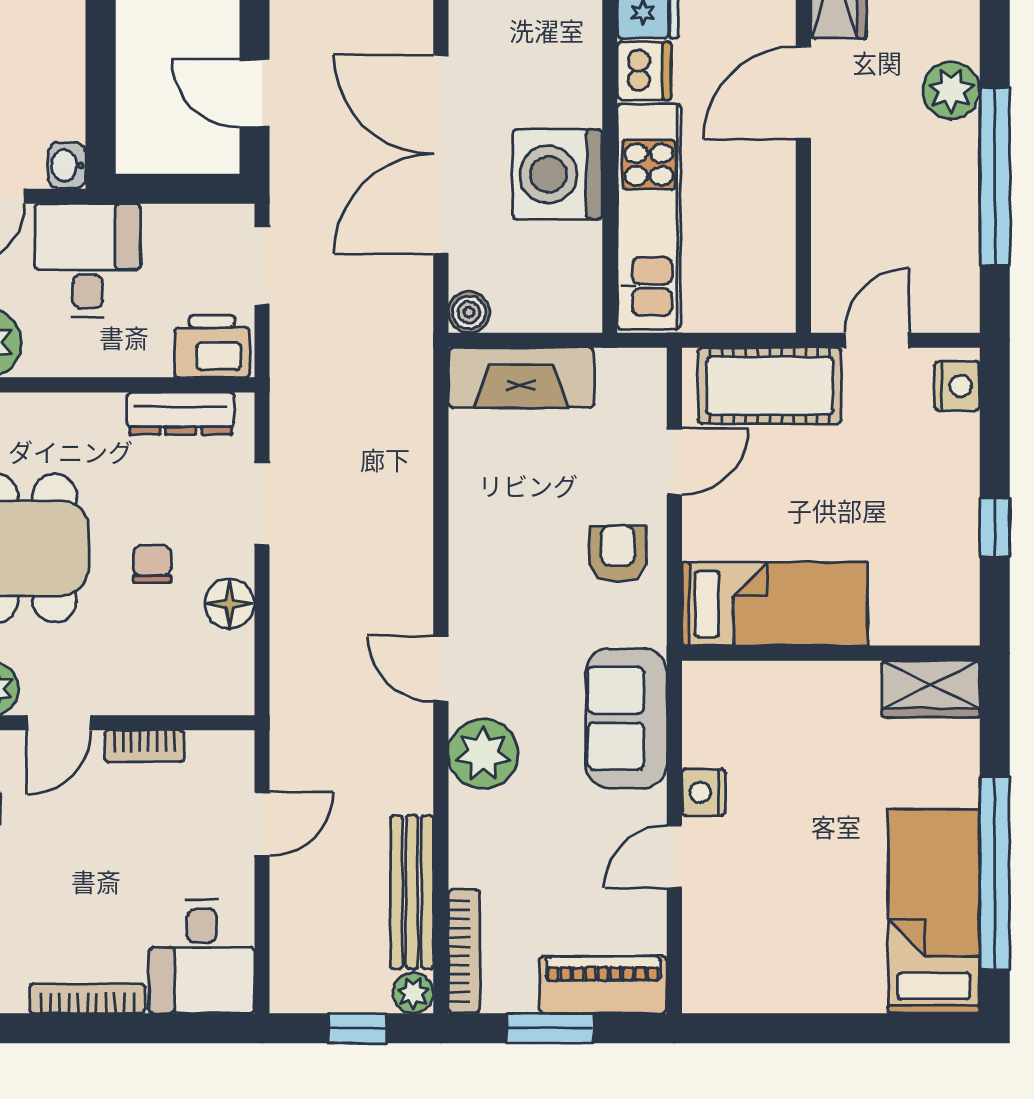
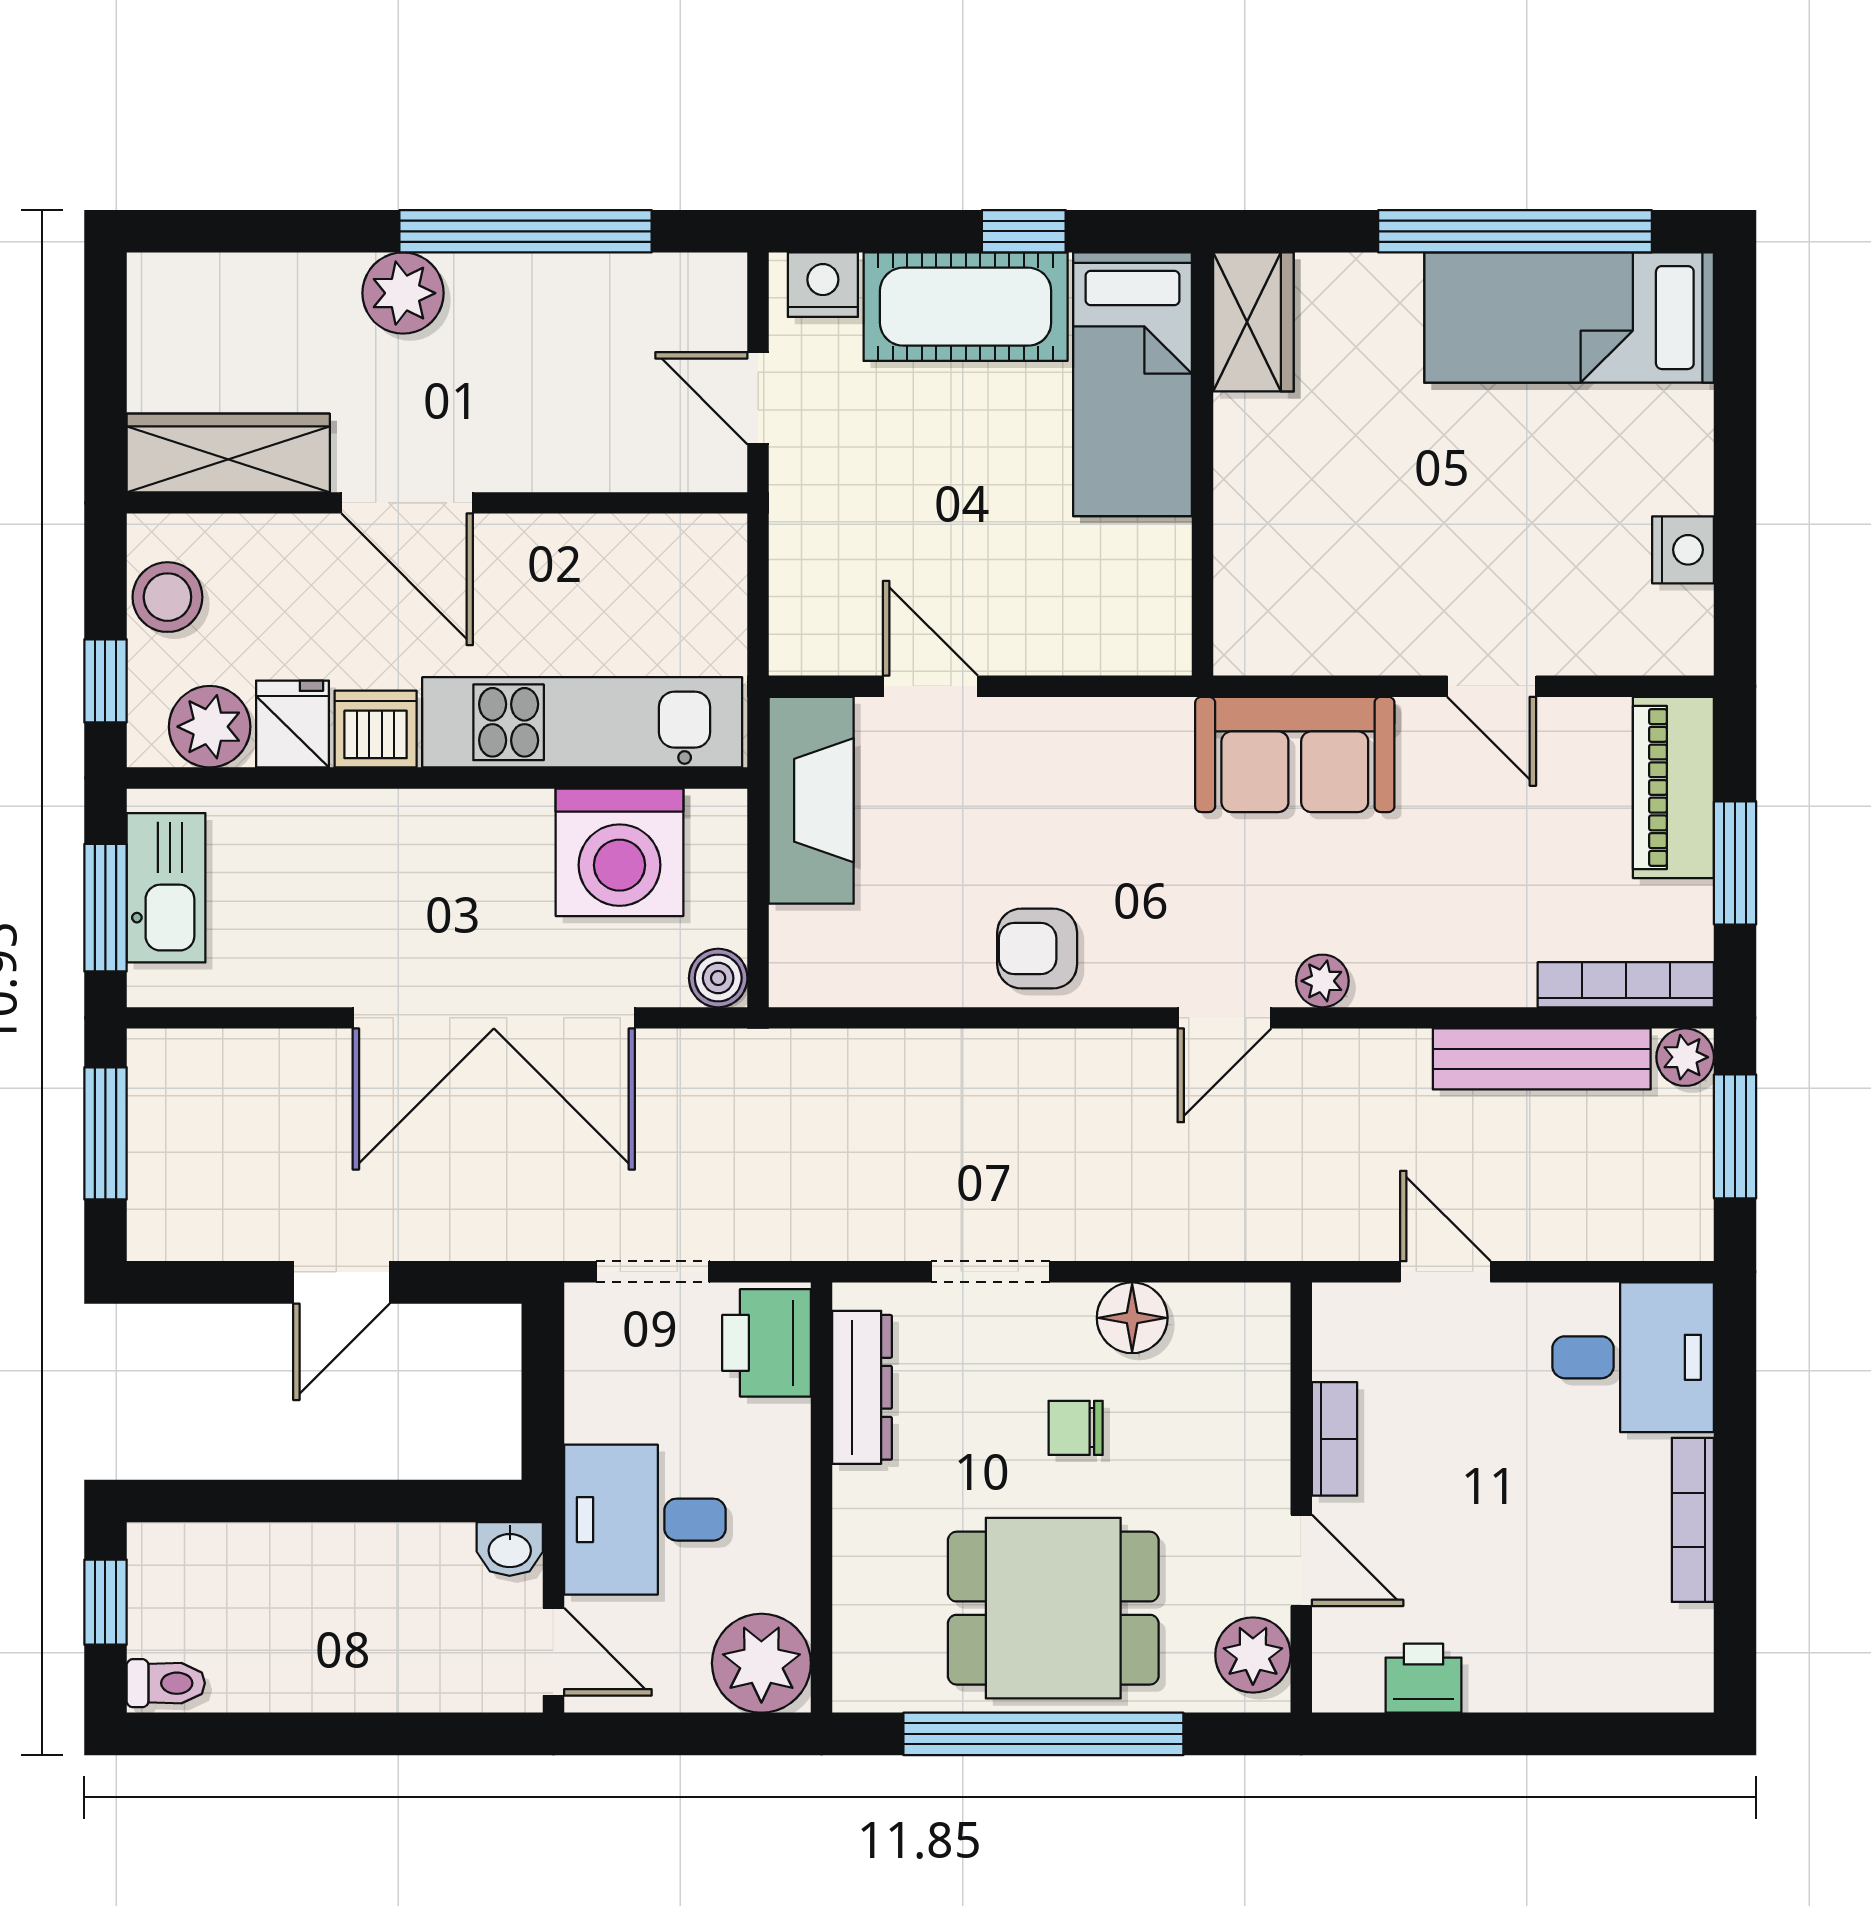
door: (255, 93) -> (341, 1282), moved
washing machine: (557, 174) -> (620, 852), moved
fireplace: (521, 378) -> (811, 800), moved
cot: (770, 386) -> (966, 307), moved, turned 90
armchair: (618, 553) -> (1037, 949), moved
bed: (775, 604) -> (1133, 384), moved, turned 180
plant: (483, 754) -> (1322, 981), width x0.53, depth x0.53
nightstand: (703, 792) -> (1683, 550), moved, turned -90
window: (357, 1028) -> (1735, 1136), width x1.50

